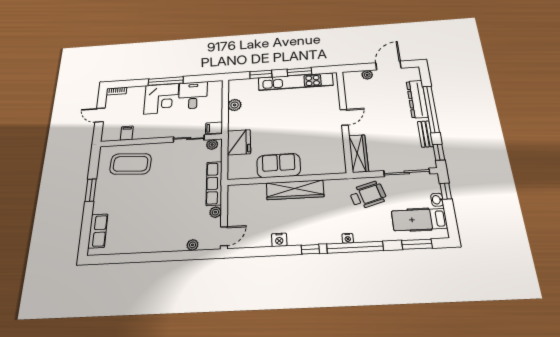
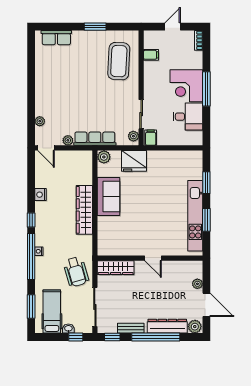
plant: (413, 74) -> (195, 327), added
plant: (235, 105) -> (104, 157), moved

